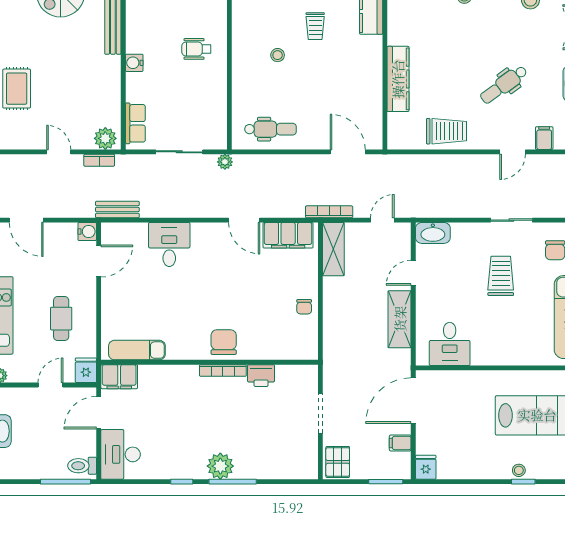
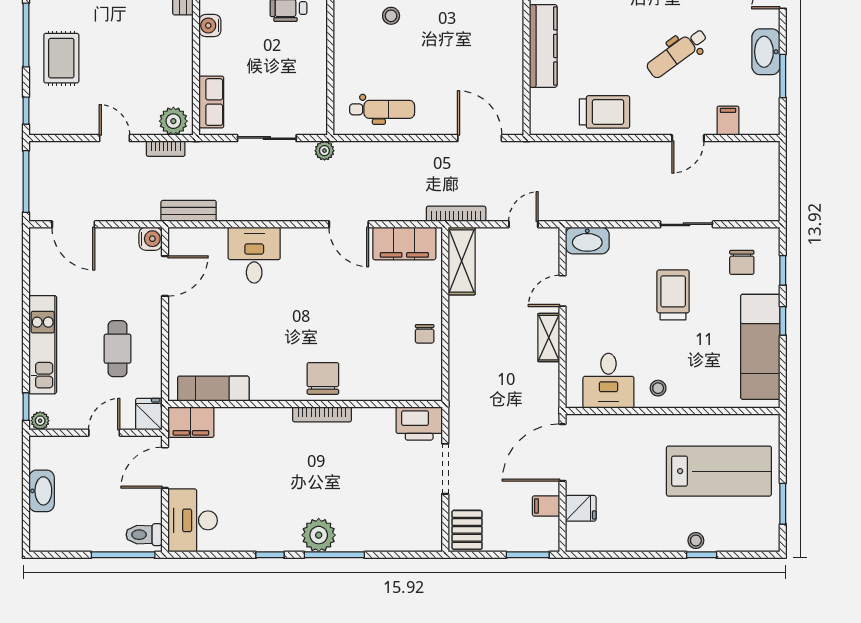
shelving: (400, 319) -> (549, 338), width x0.67, depth x0.75
stool: (489, 350) -> (658, 388), added
printer: (261, 376) -> (419, 423), moved, width x1.37, depth x1.19
fridge: (426, 467) -> (581, 508), moved, turned 90

